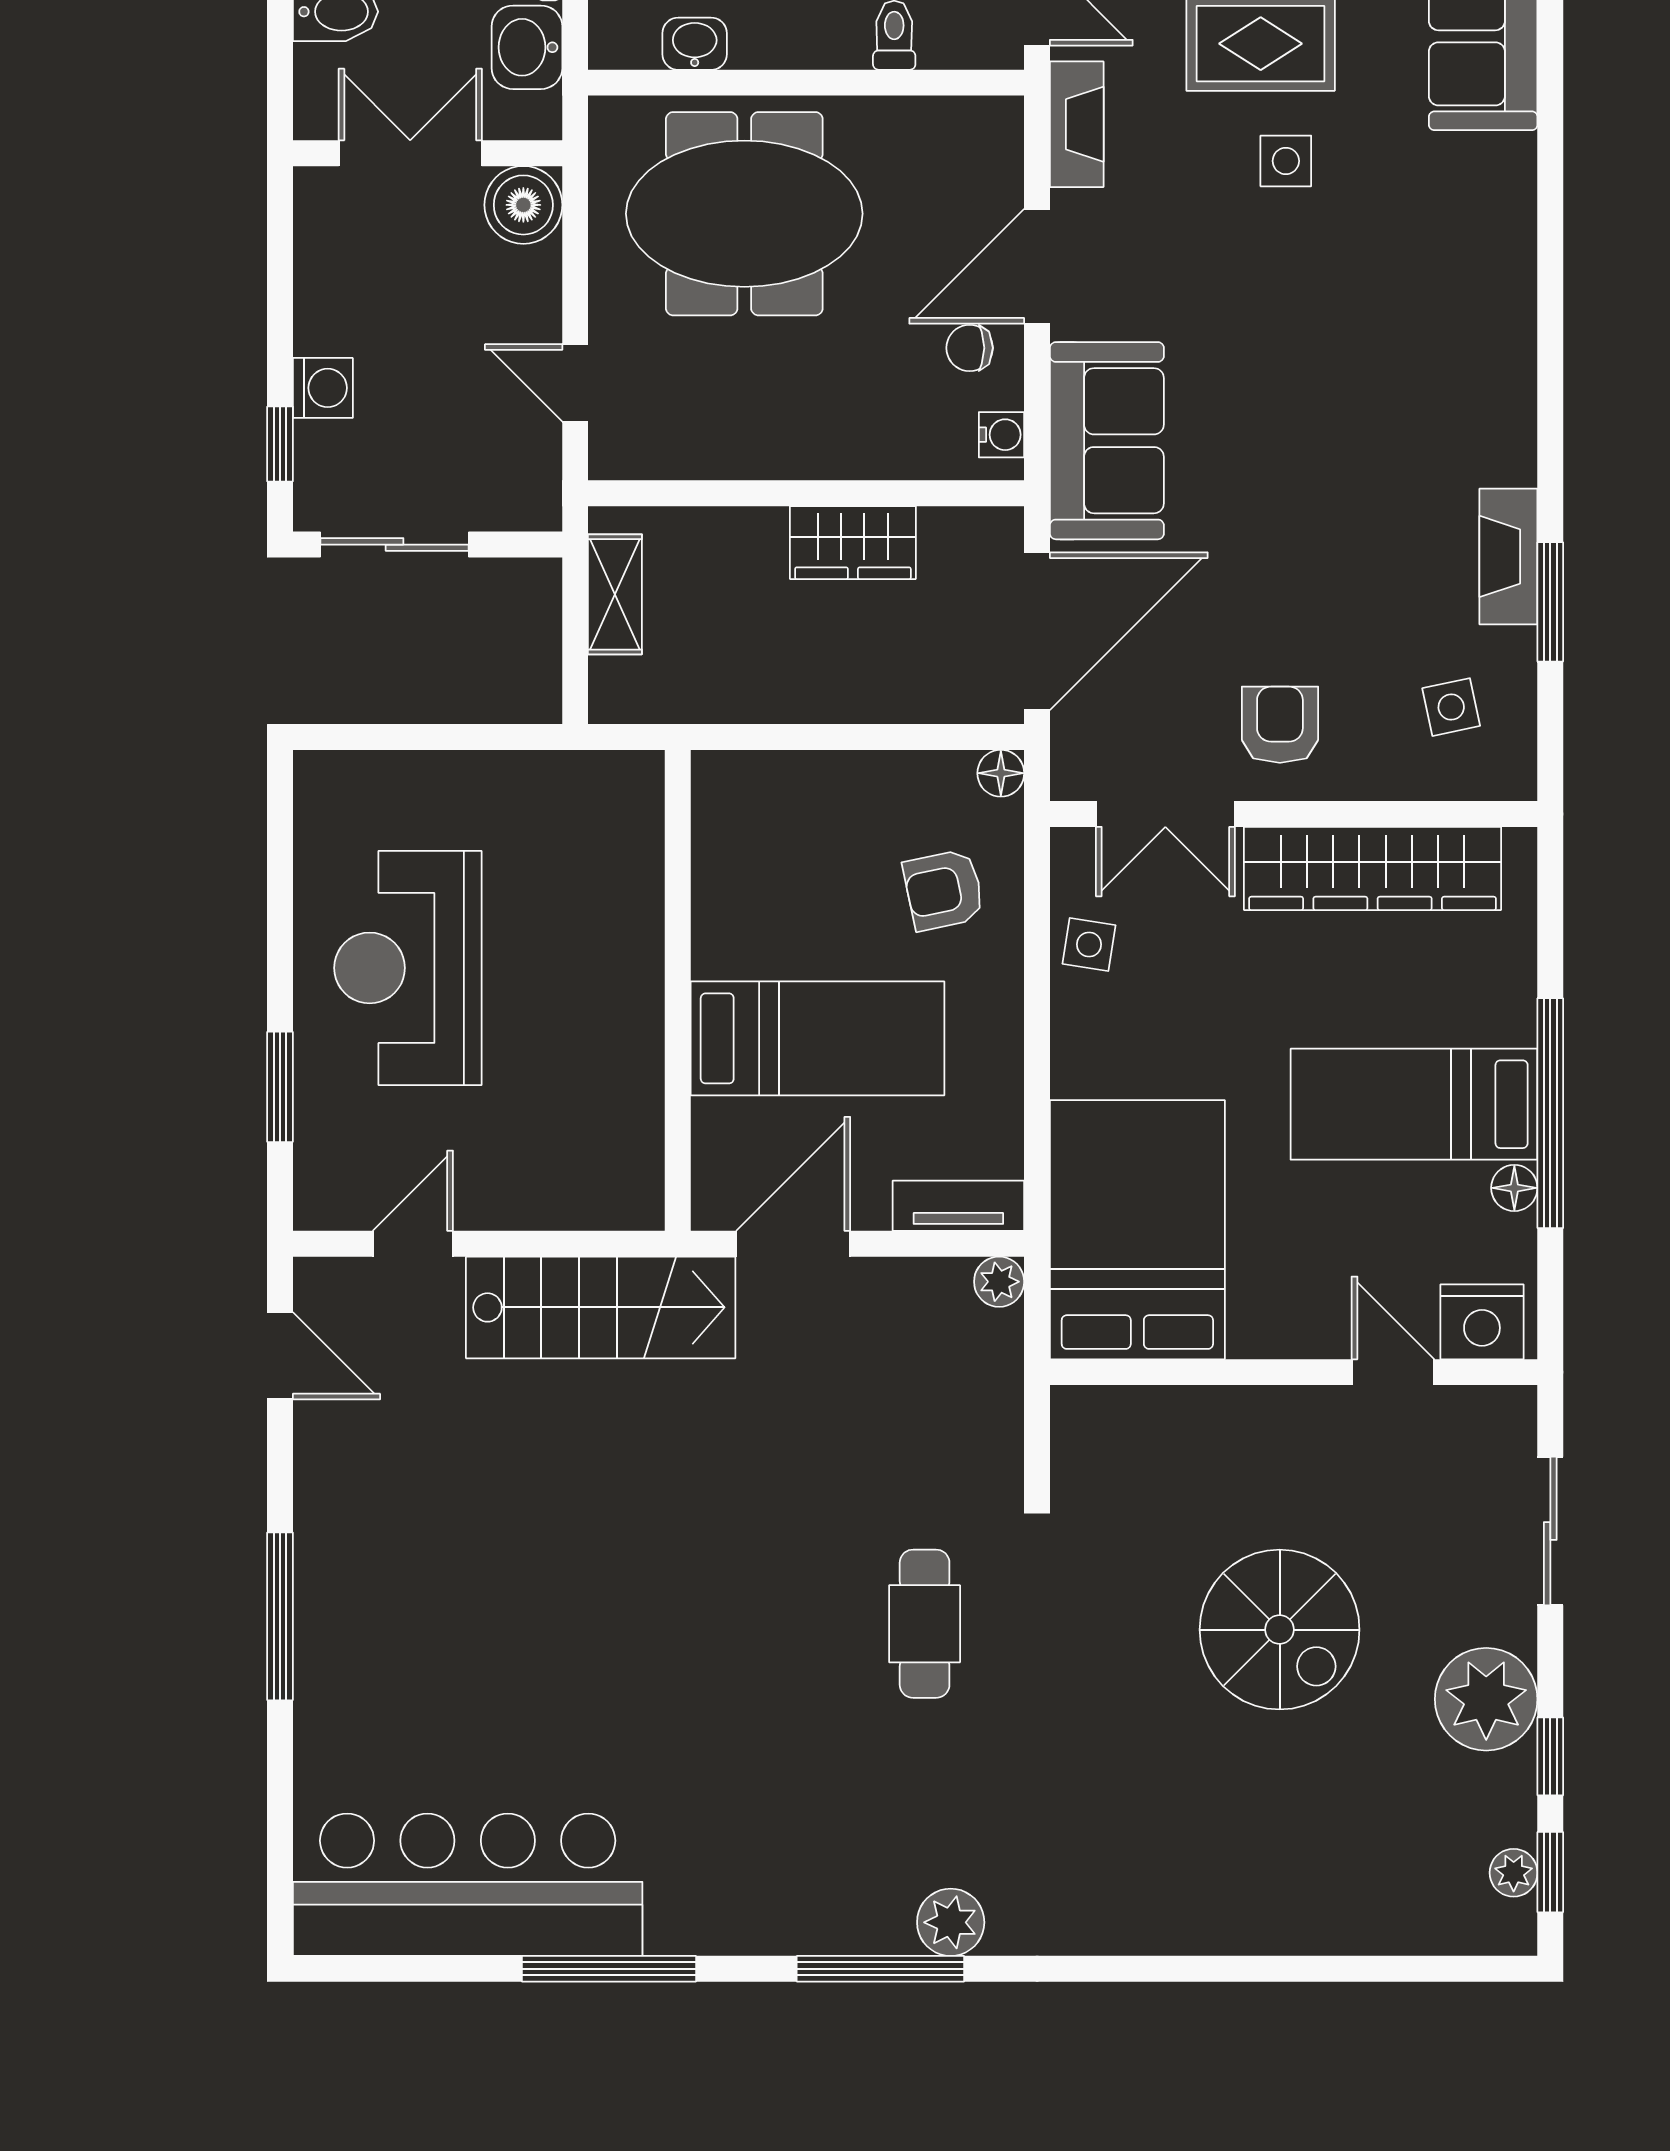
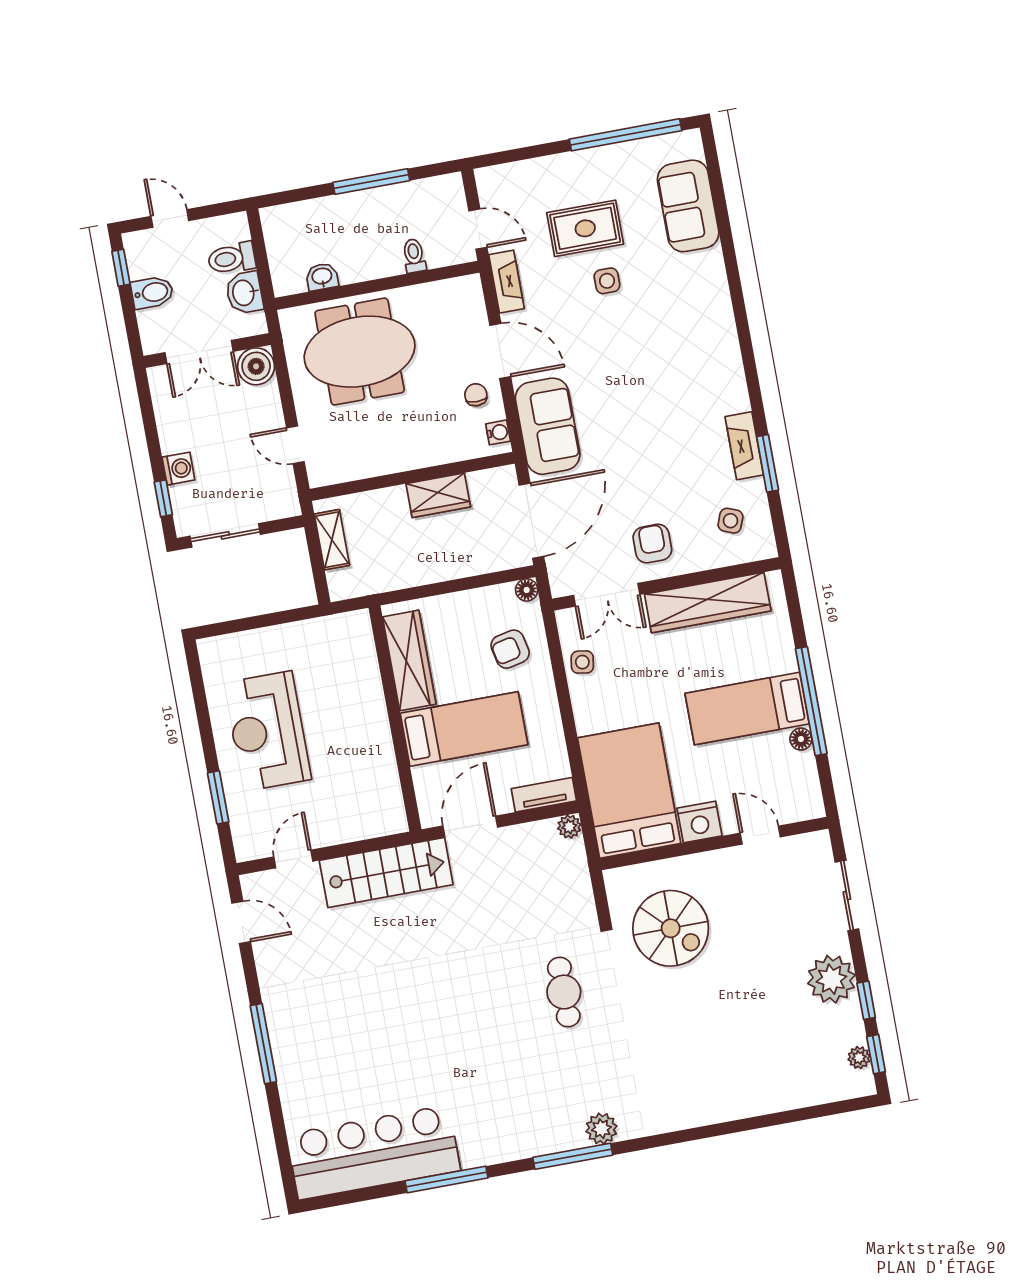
double door: (410, 153) -> (199, 352), swing flipped
door: (1037, 266) -> (500, 351), swing flipped
chair: (970, 348) -> (476, 395), turned 90
side table: (1451, 707) -> (730, 521), turned 33
wardrobe: (730, 875) -> (409, 660), added
nightstand: (1482, 1322) -> (699, 822), moved
spiral stairs: (1280, 1630) -> (671, 928), moved

